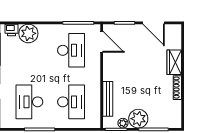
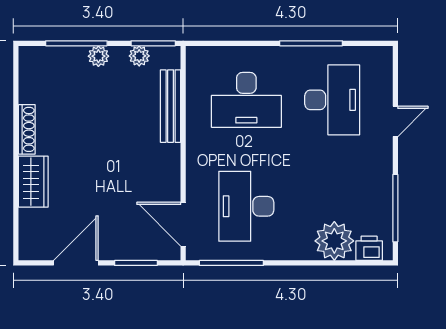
door: (154, 23) -> (76, 263), hinge flipped
desk: (71, 102) -> (246, 100), turned -90
plant: (138, 119) -> (98, 56), width x0.53, depth x0.53

